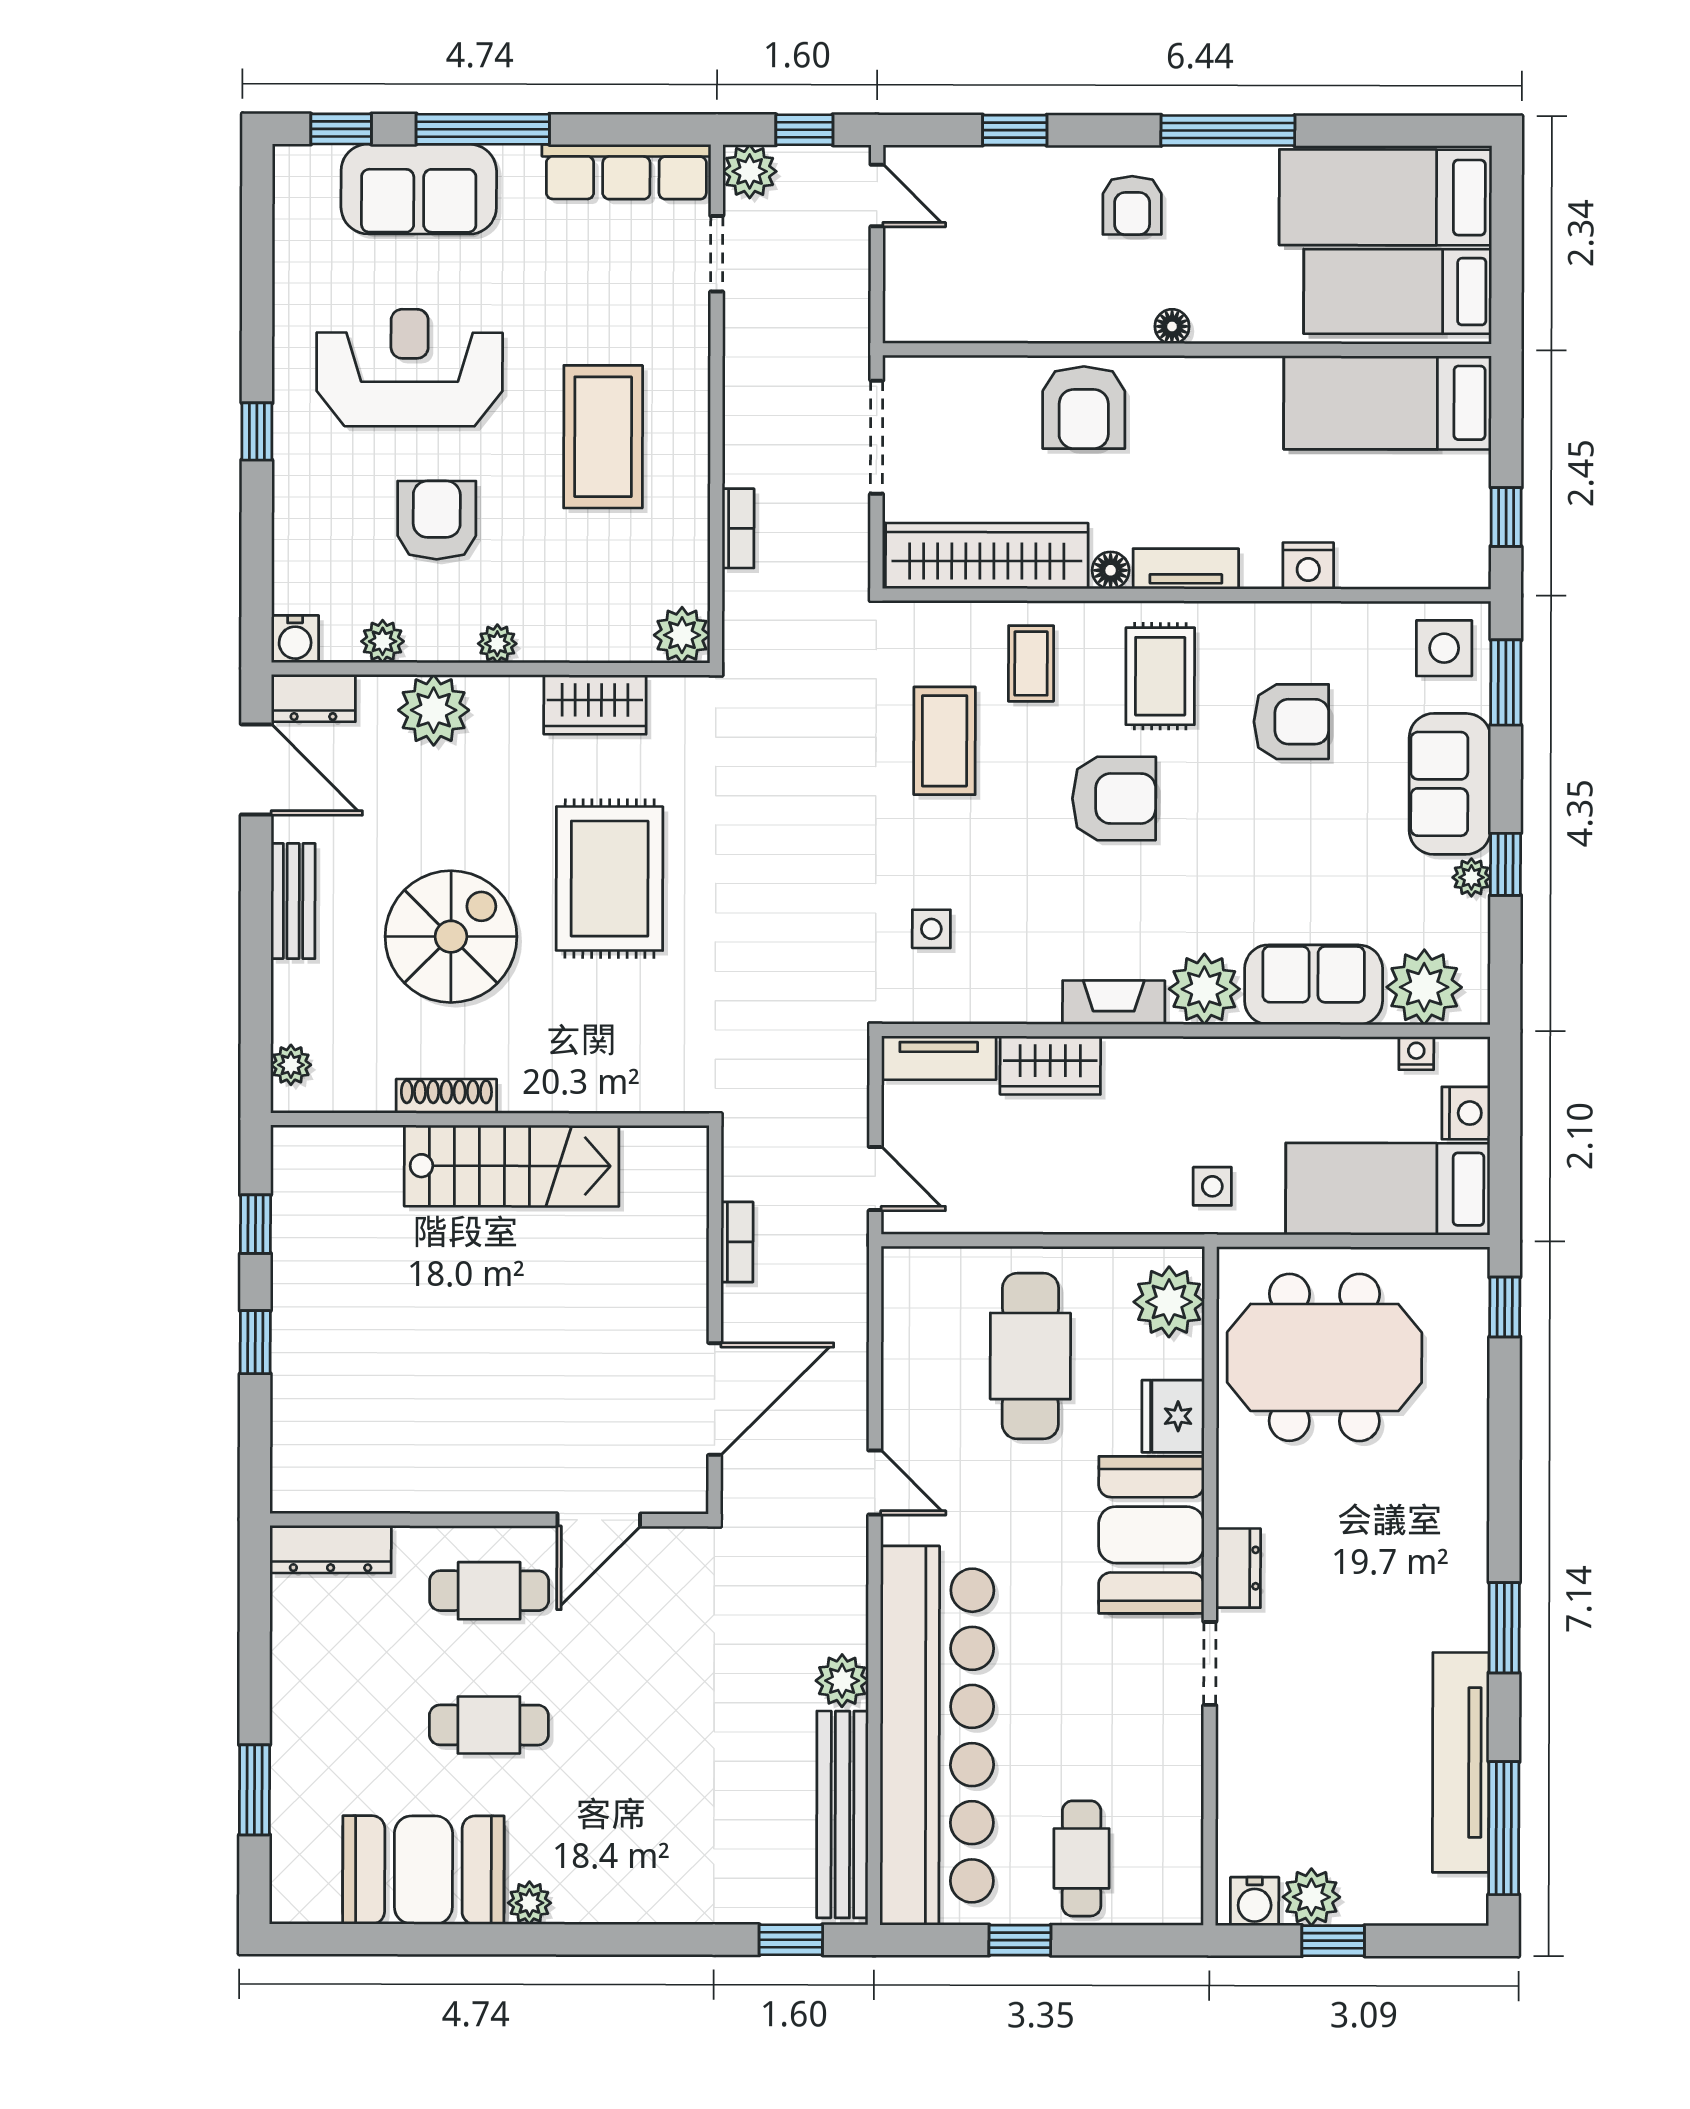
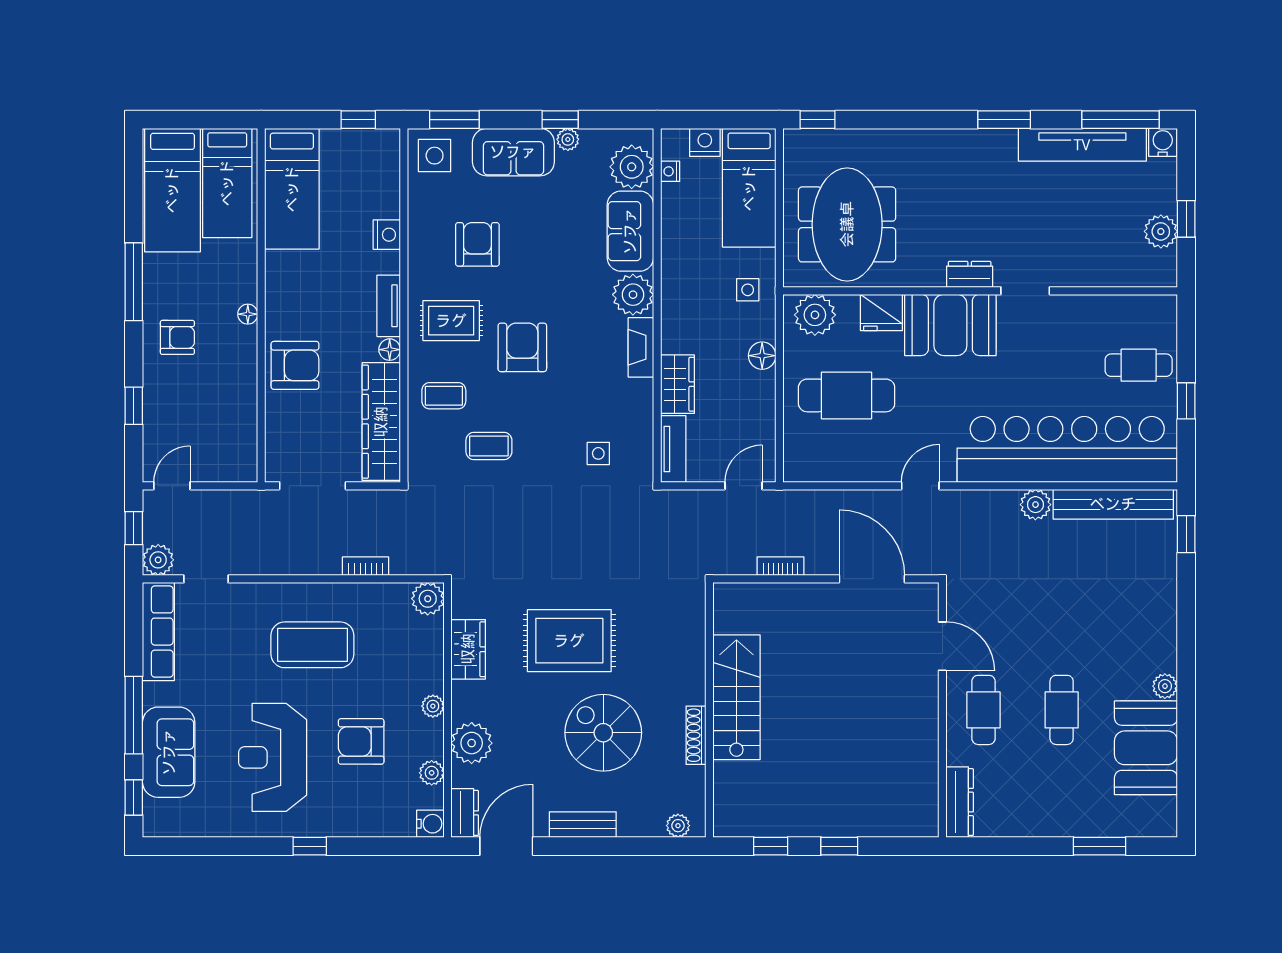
coffee table: (945, 741) -> (489, 446), width x0.73, depth x0.77
floor lamp: (1099, 1211) -> (762, 356), added
water cooler: (1255, 1901) -> (1163, 142), moved, turned -90

